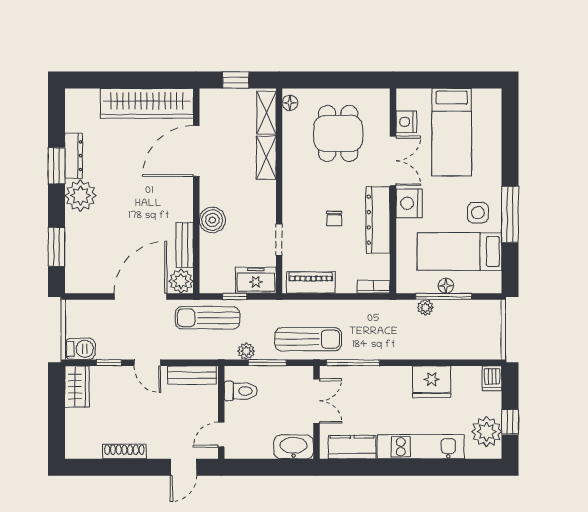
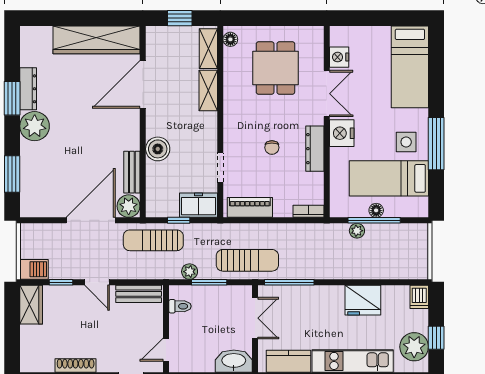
bed: (452, 132) -> (410, 67), moved
dresser: (378, 220) -> (315, 149), width x0.73, depth x0.80
toilet: (241, 391) -> (180, 306), width x0.73, depth x0.72

